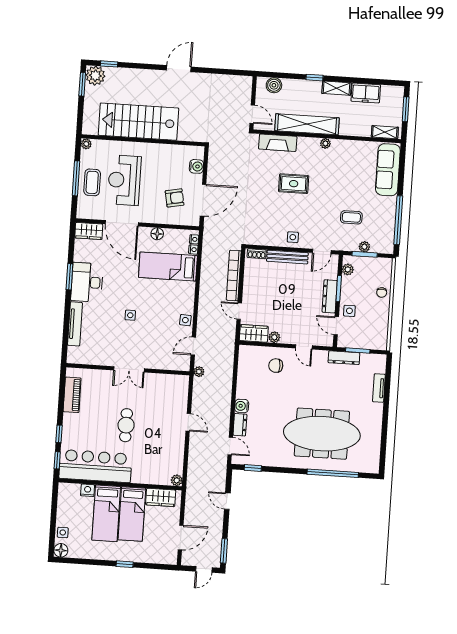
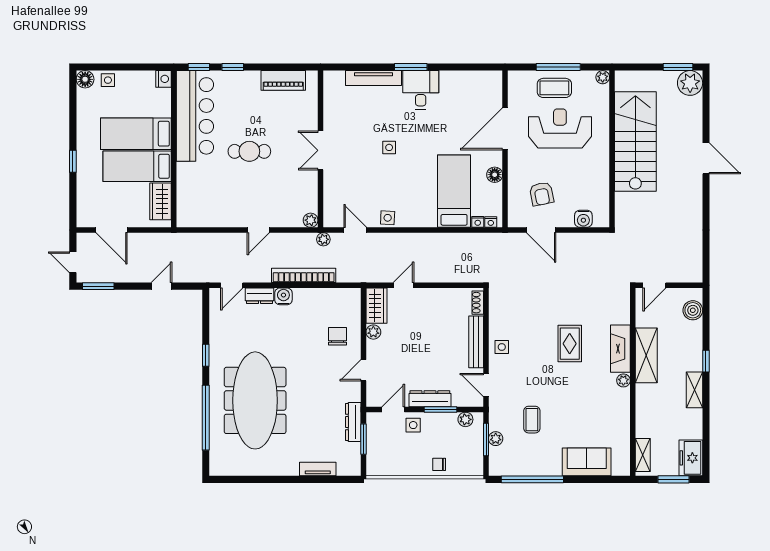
window: (109, 64) -> (706, 99), removed
door: (179, 69) -> (706, 158), moved
freezer: (366, 93) -> (691, 458), moved
shelving: (307, 124) -> (646, 355), width x0.68
fireplace: (278, 143) -> (620, 349), moved
sofa: (388, 170) -> (587, 462), width x0.73
door: (203, 200) -> (541, 230), width x0.73
wardrobe: (89, 231) -> (492, 88), removed
bookcase: (234, 276) -> (304, 275), moved
window: (69, 277) -> (411, 67), moved
desk: (87, 282) -> (421, 90), width x0.73
window: (253, 468) -> (206, 355), moved
plant: (177, 480) -> (311, 220), moved
nightstand: (88, 490) -> (163, 79), moved

